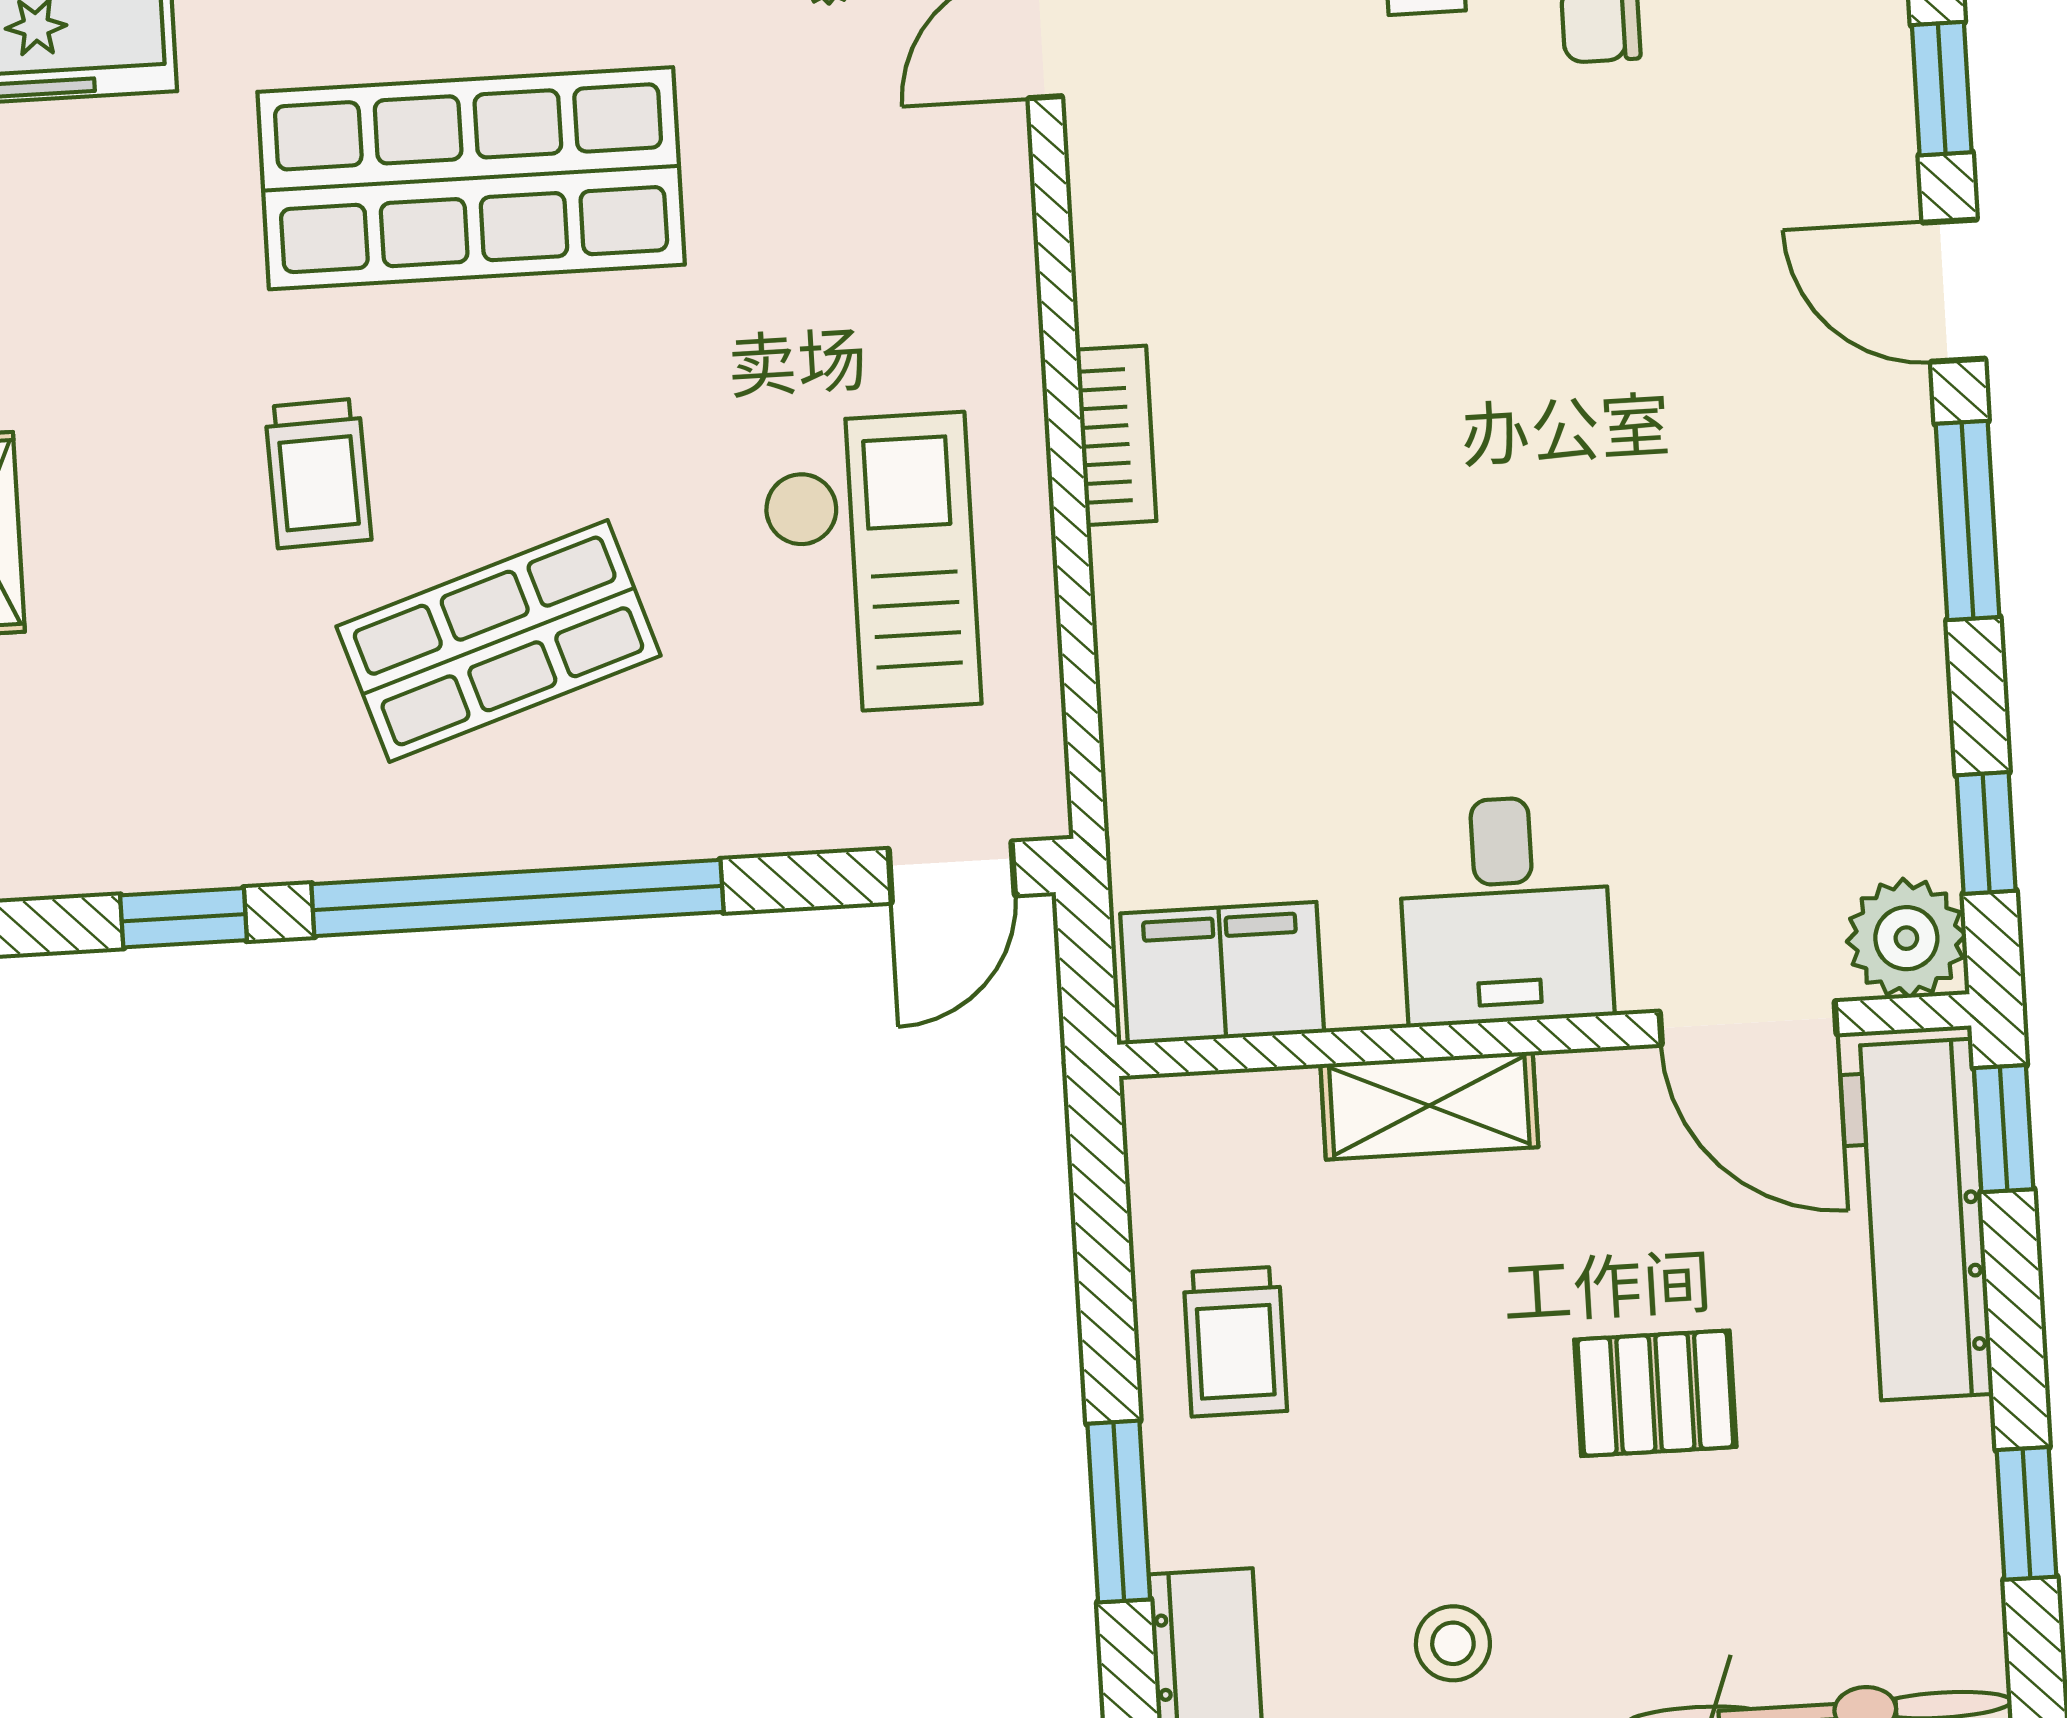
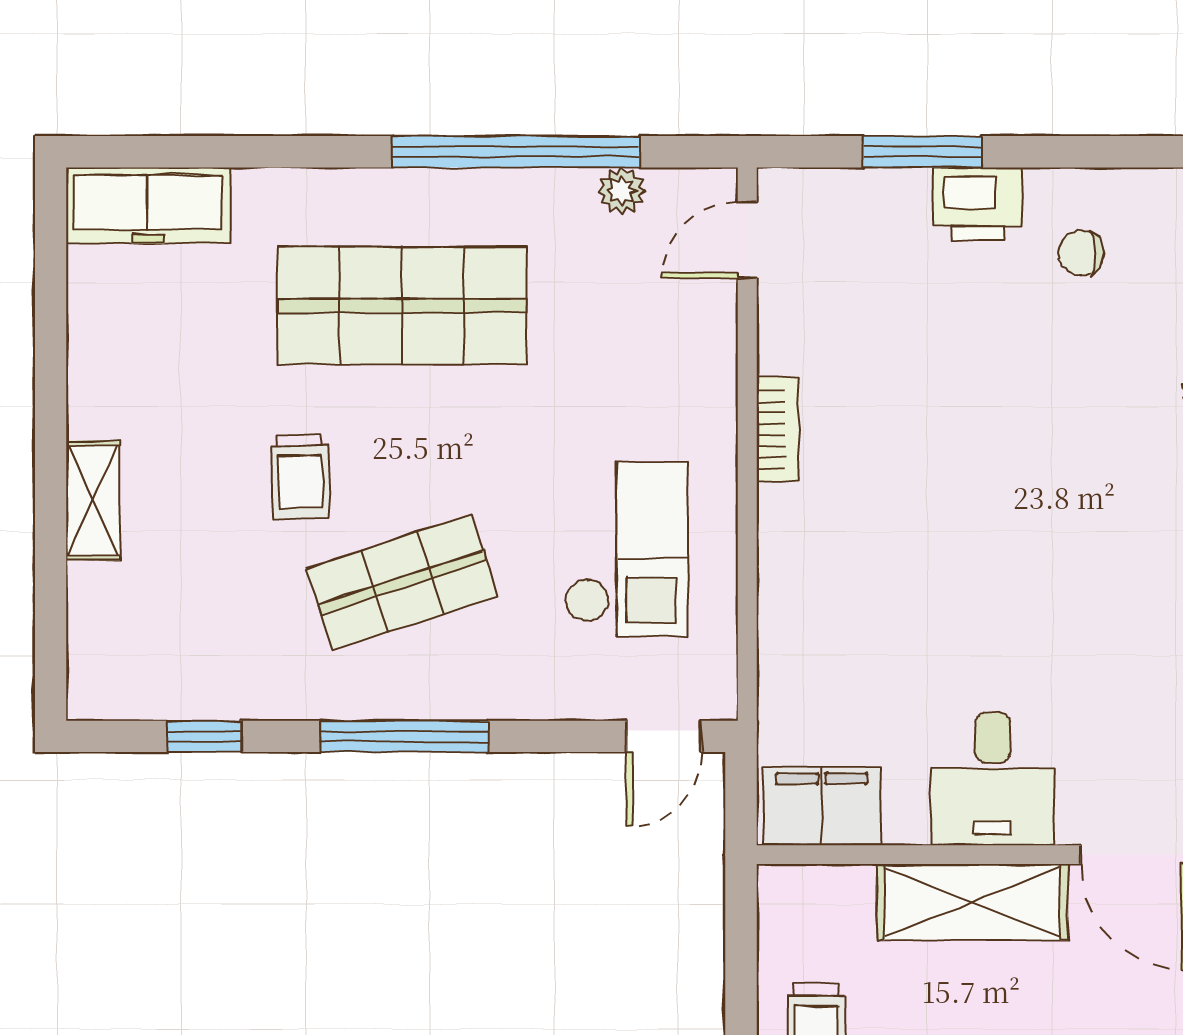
bookcase: (1116, 435) -> (778, 429), moved
window: (517, 898) -> (404, 736), width x0.68
shelving: (1429, 1106) -> (972, 902), width x1.50, depth x1.33

